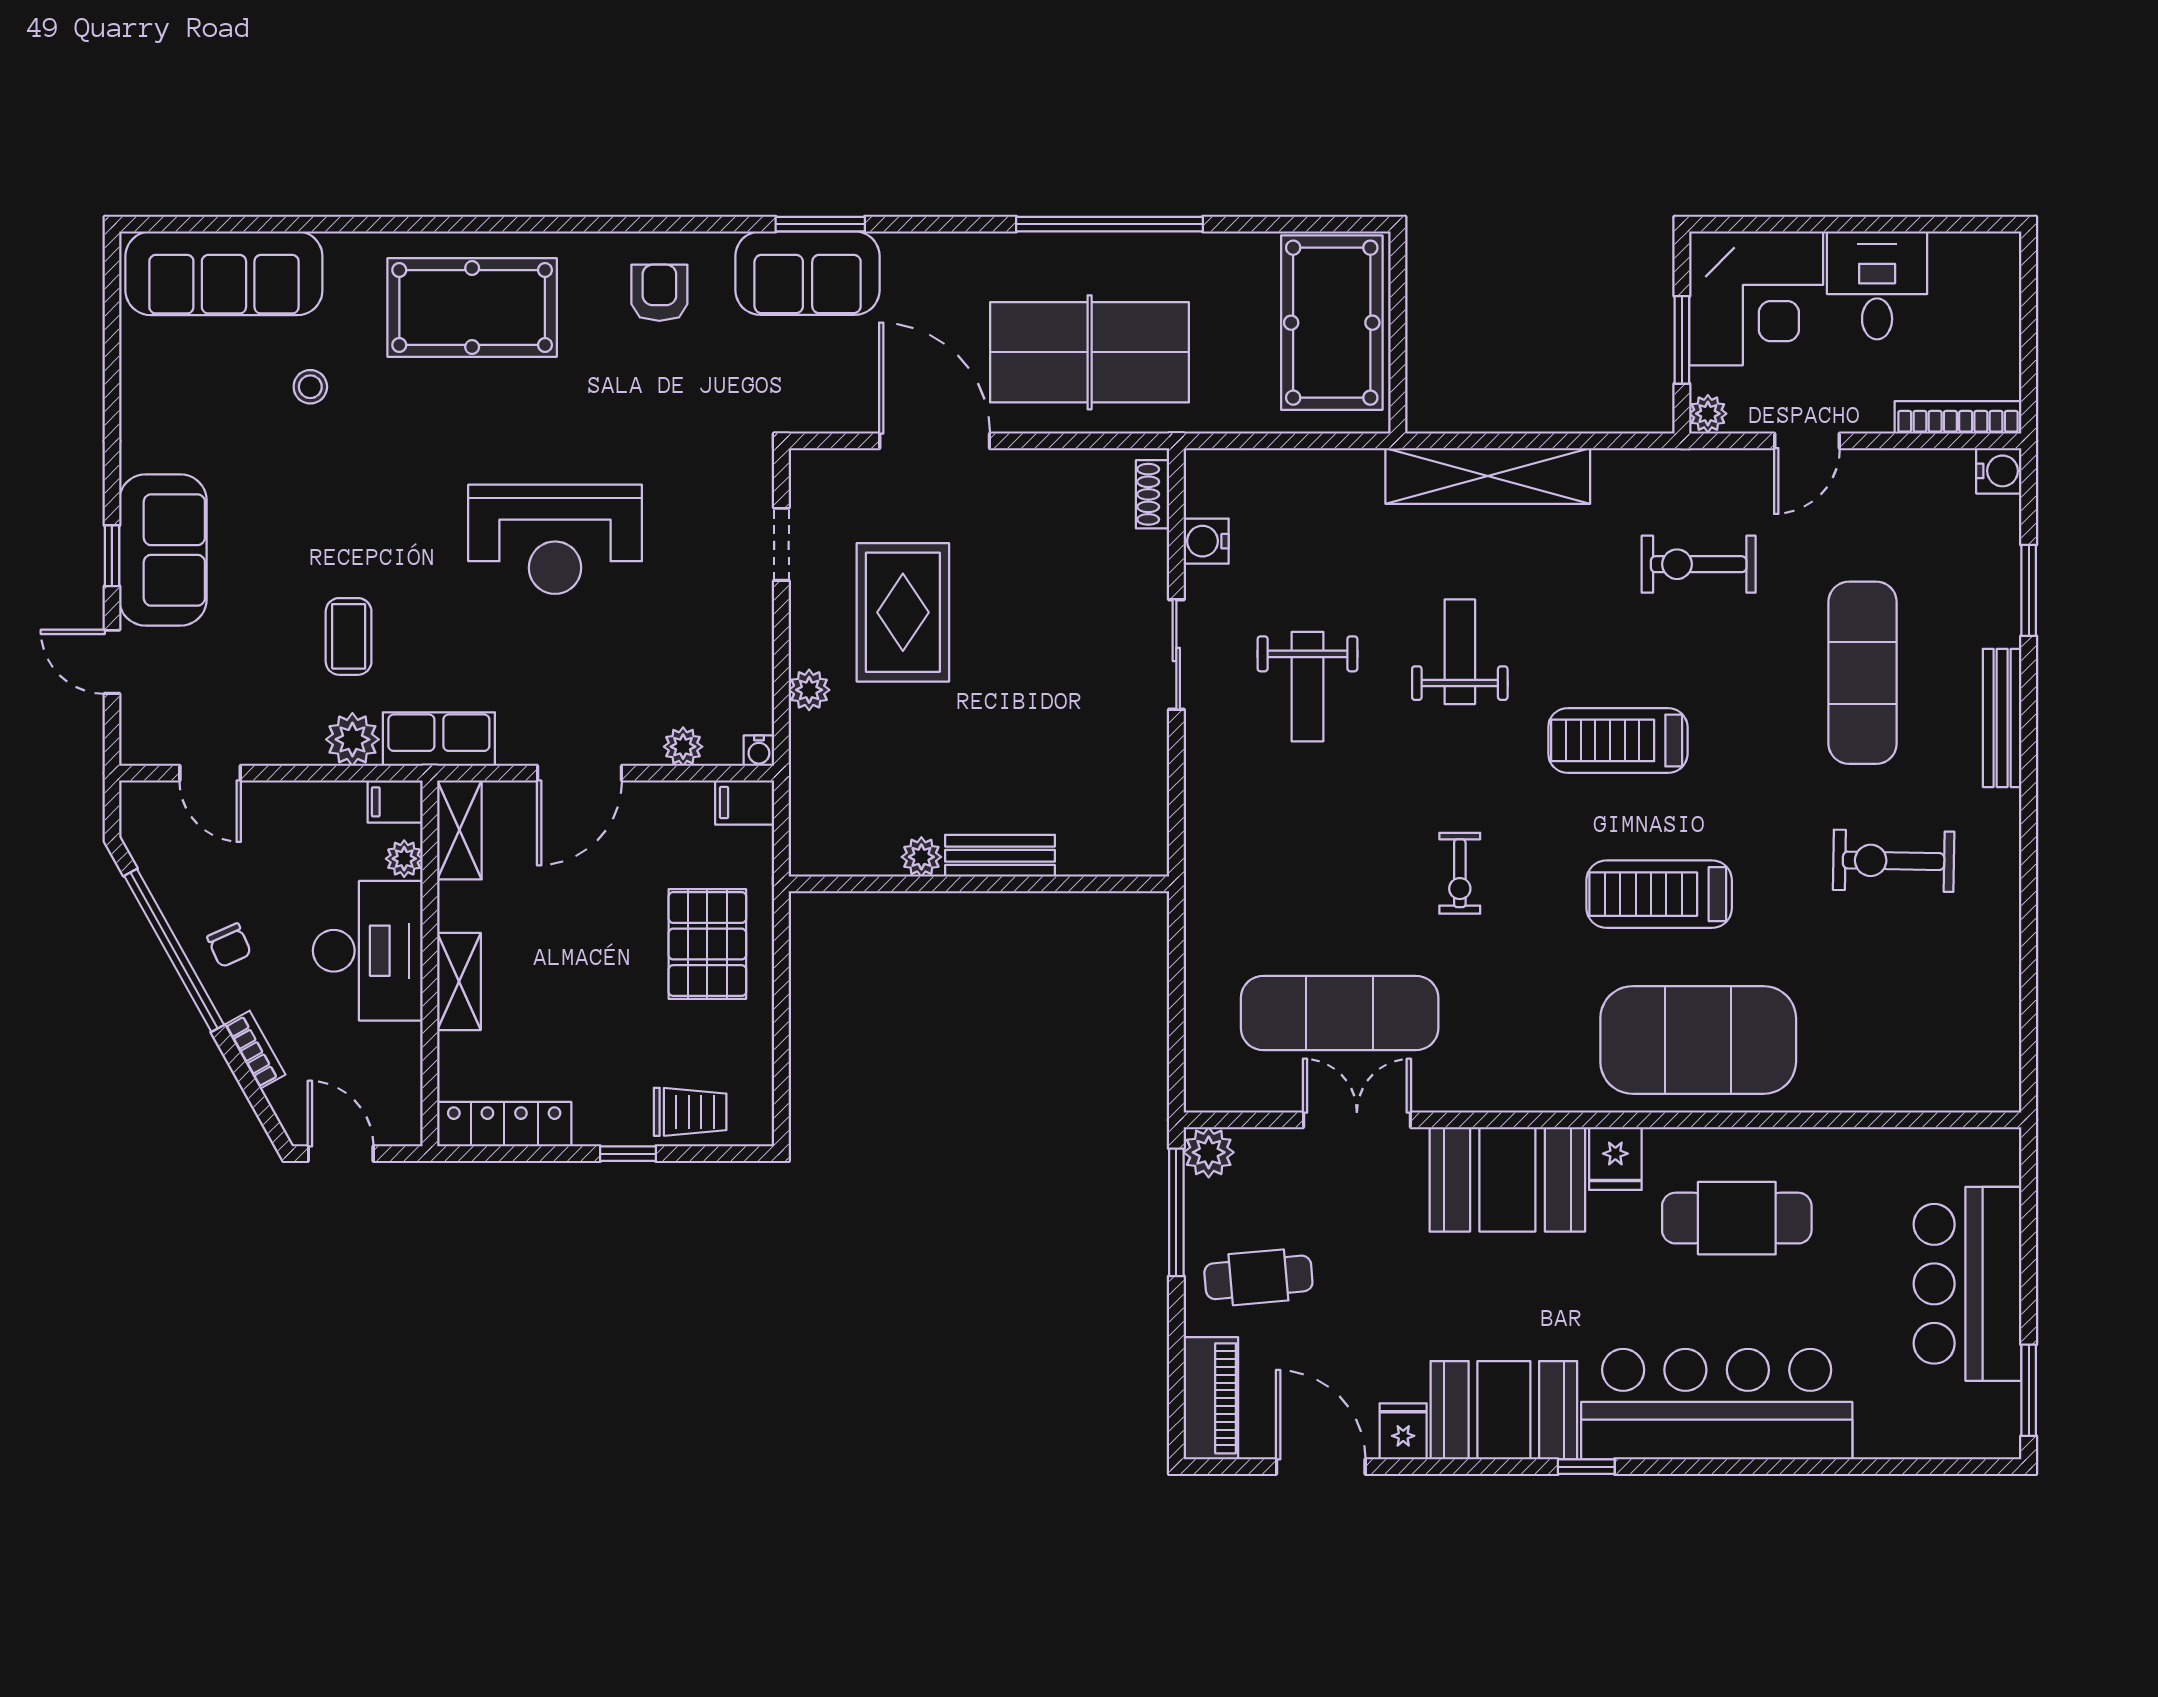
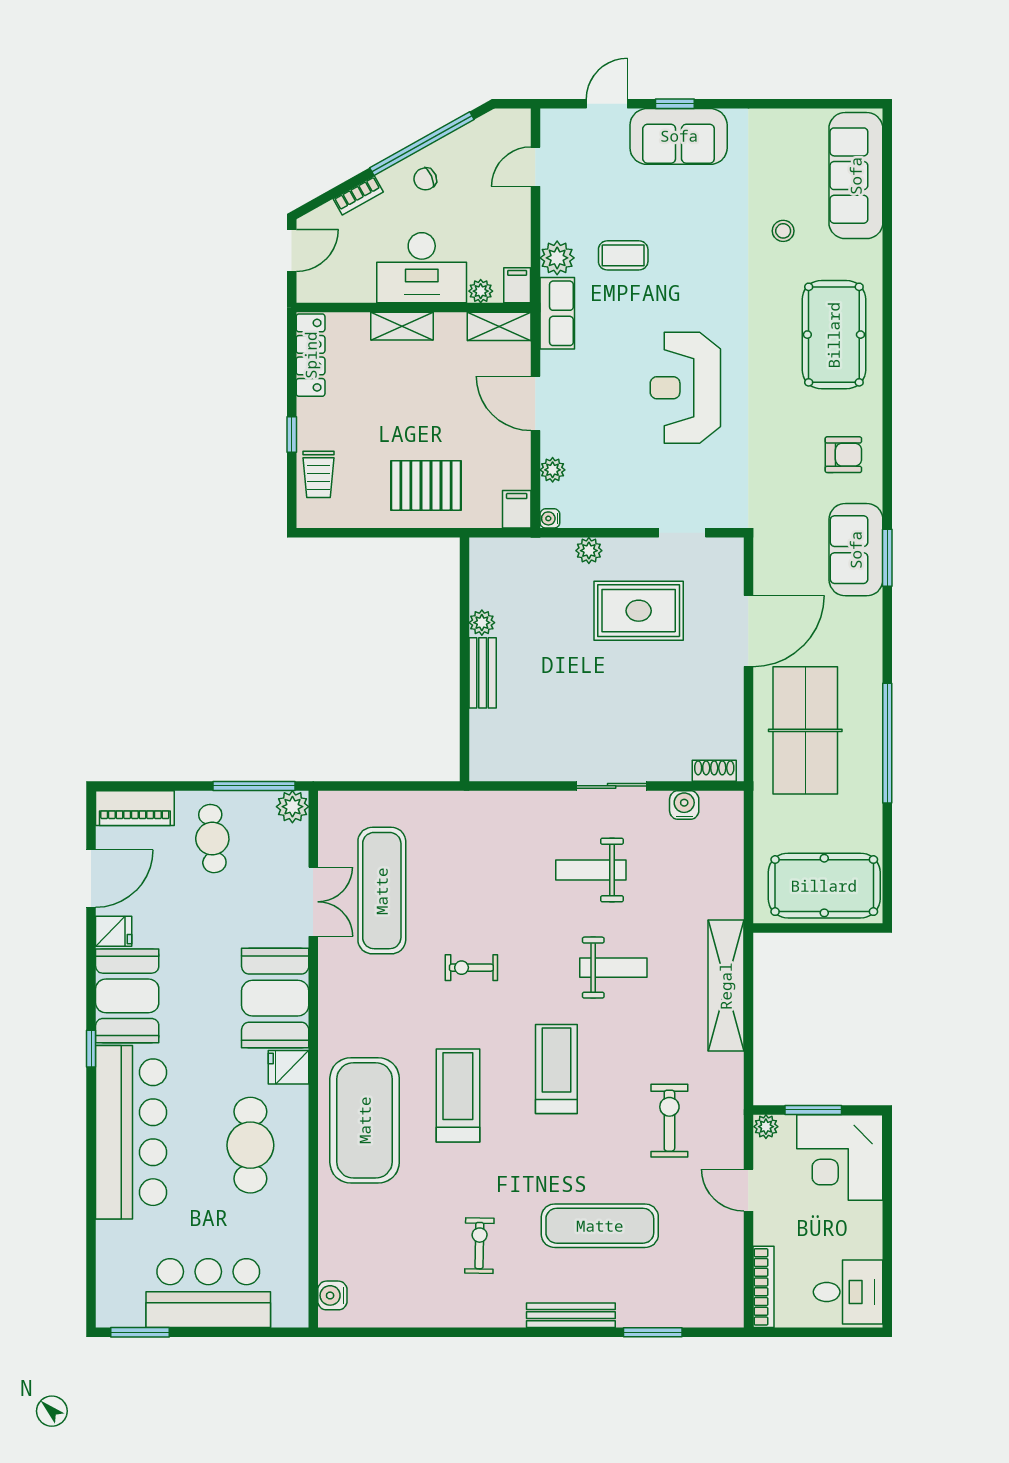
desk: (1877, 285) -> (848, 1292), moved
water cooler: (1999, 471) -> (332, 1295), moved, turned 90
exercise bike: (1894, 861) -> (479, 1246), width x0.73, depth x0.72

